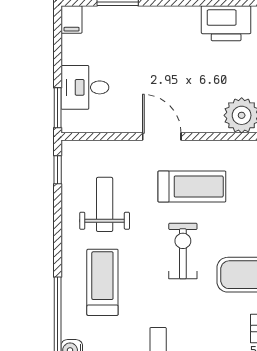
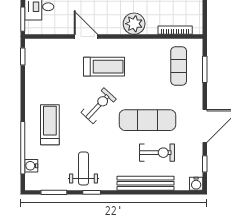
weight bench: (105, 204) -> (51, 78), removed
exercise bike: (183, 251) -> (99, 106), turned 43

